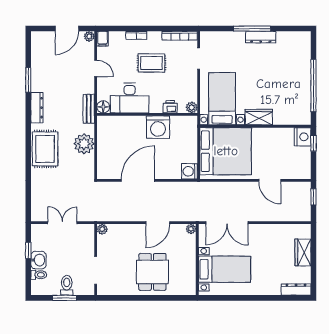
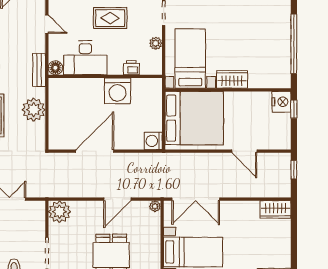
plant: (192, 107) -> (156, 43), moved
plant: (102, 229) -> (59, 212), width x1.88, depth x1.88
wardrobe: (303, 252) -> (276, 209), moved, turned -90

